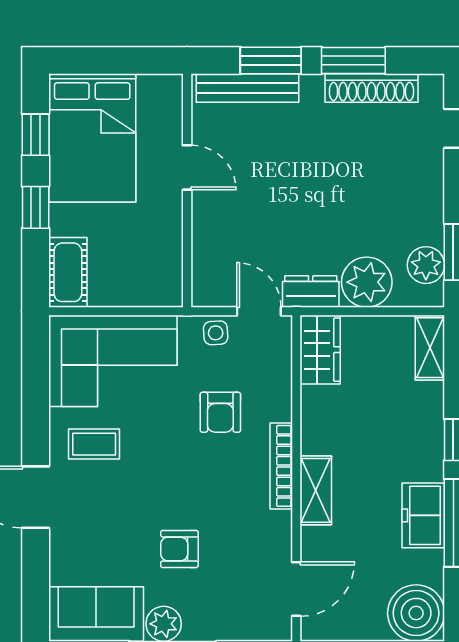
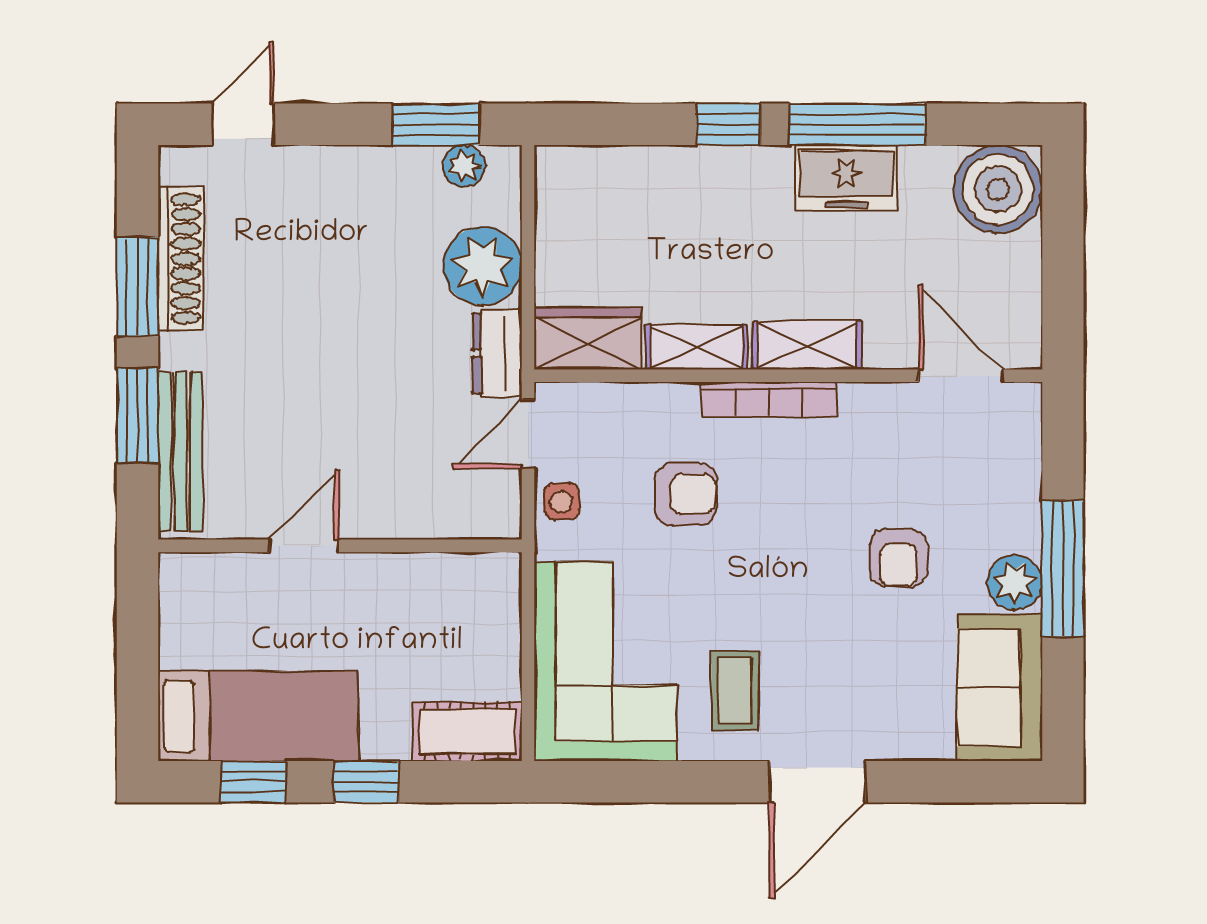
bed: (92, 138) -> (258, 716), width x0.67
plant: (426, 265) -> (464, 166), width x0.73, depth x0.73
shelving: (430, 348) -> (696, 347), moved

